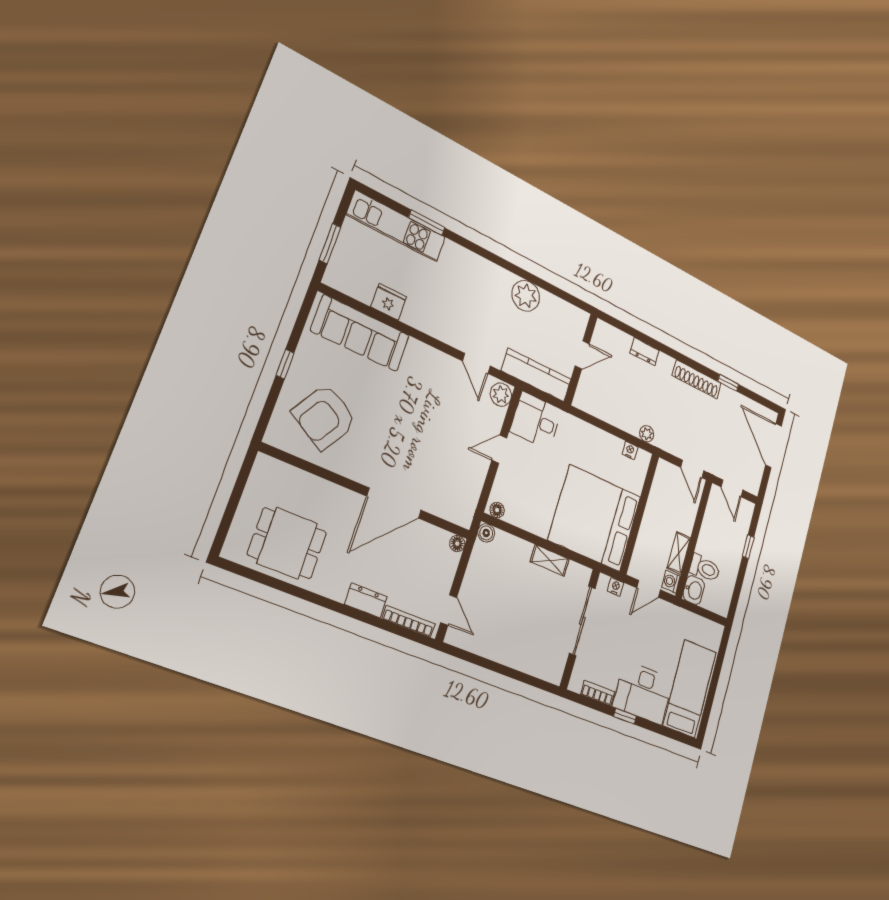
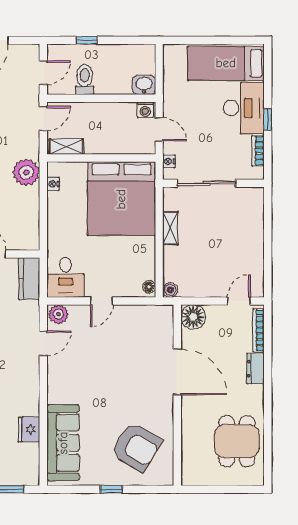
kitchen counter: (536, 375) -> (29, 279), width x0.67
plant: (647, 434) -> (26, 172), width x1.87, depth x1.87
door: (499, 449) -> (101, 301), hinge flipped
floor lamp: (457, 544) -> (193, 317), width x1.89, depth x1.89
shelving: (679, 553) -> (66, 147), moved
toilet: (705, 568) -> (85, 80), moved

